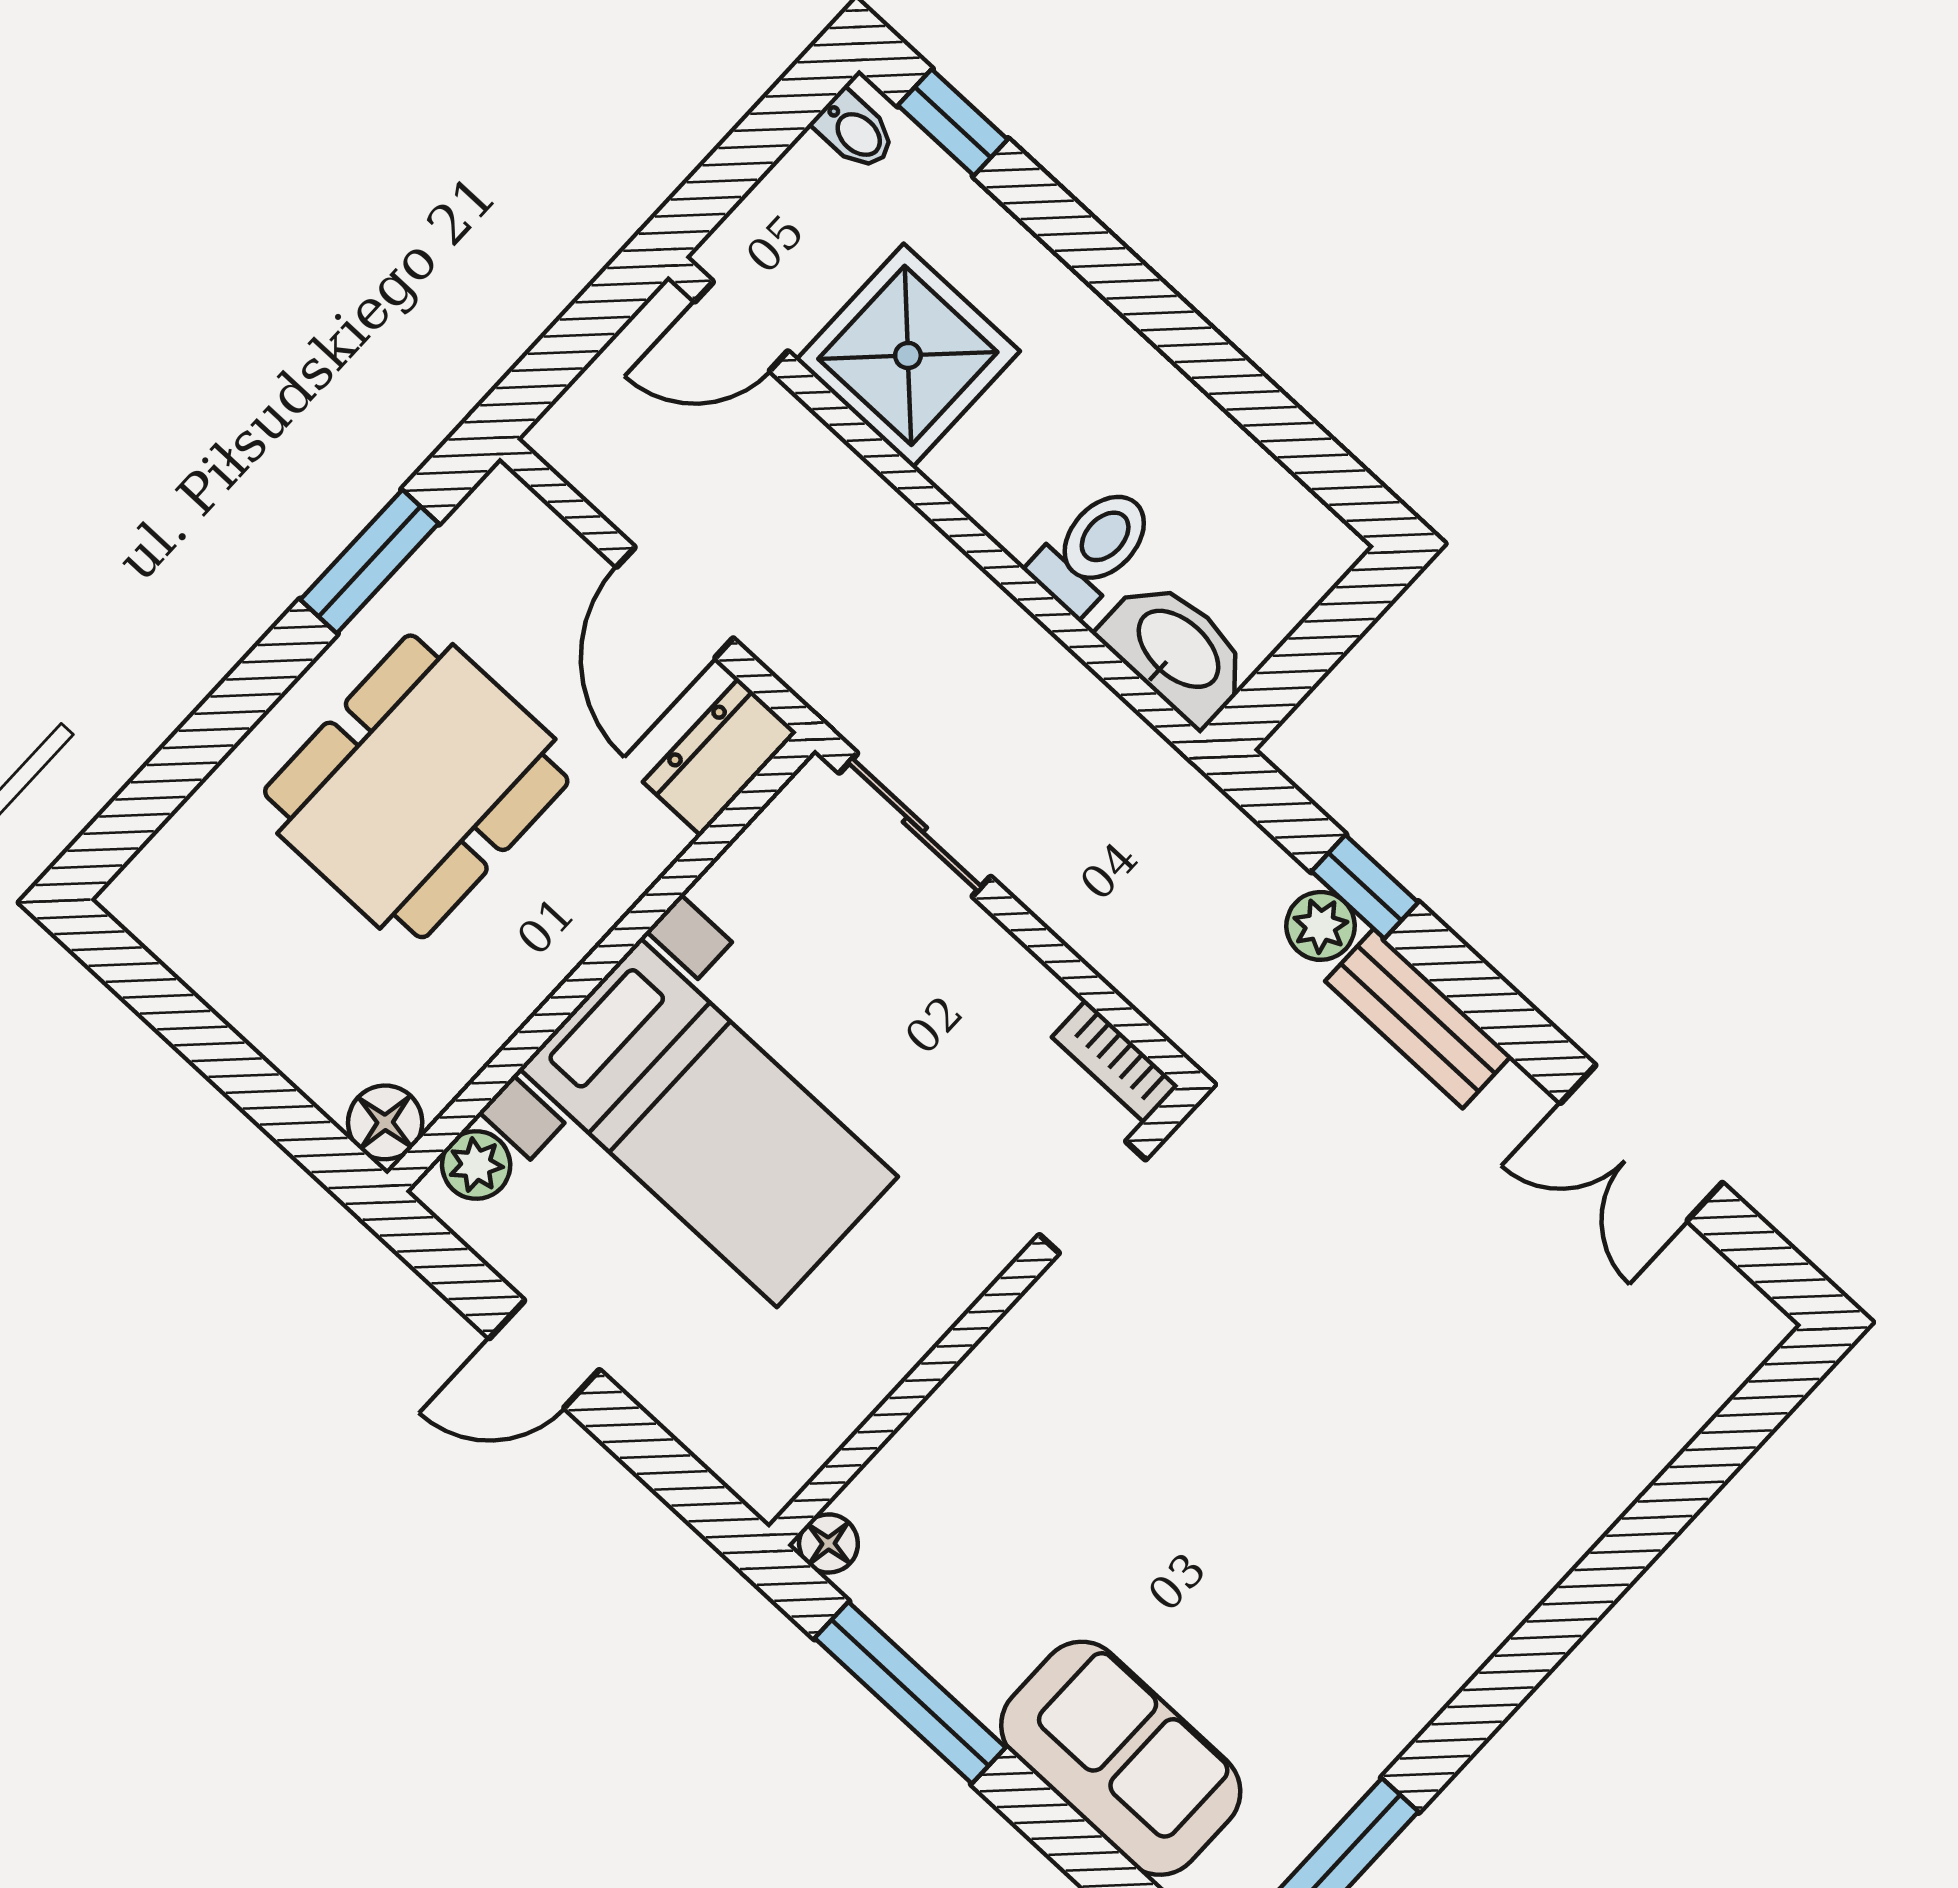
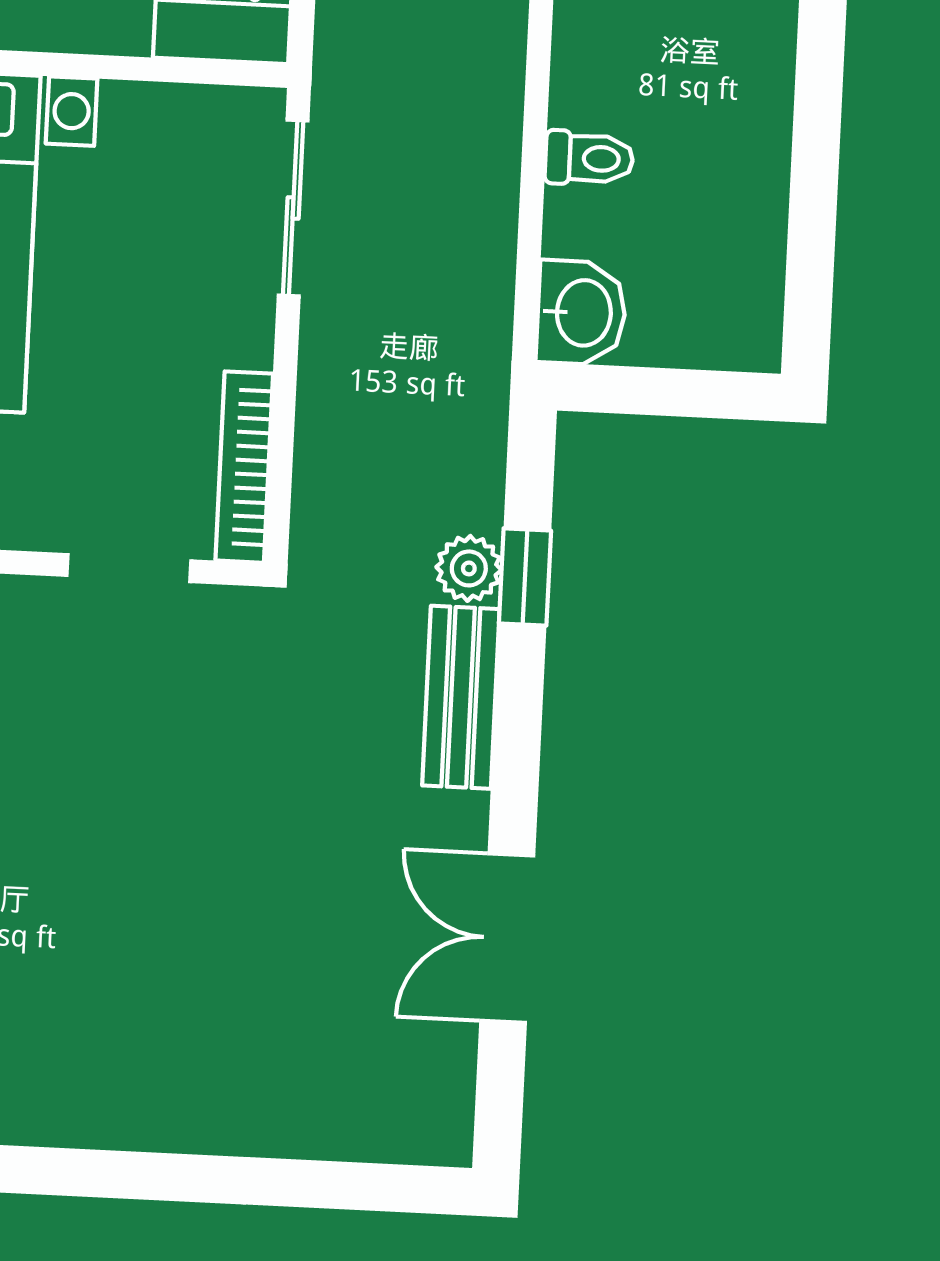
toilet: (1093, 549) -> (589, 158), width x0.73, depth x0.72
washbasin: (1177, 651) -> (581, 313), width x0.72
bookcase: (1115, 1061) -> (244, 467), width x1.56

